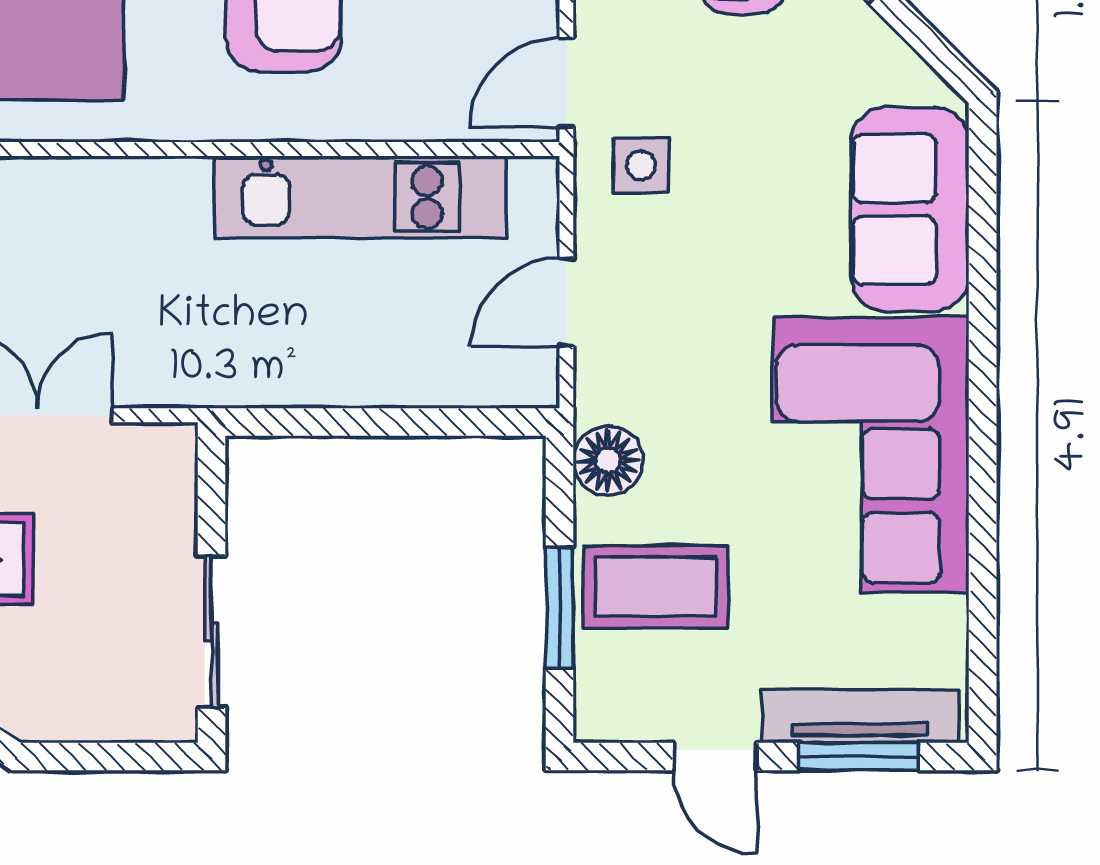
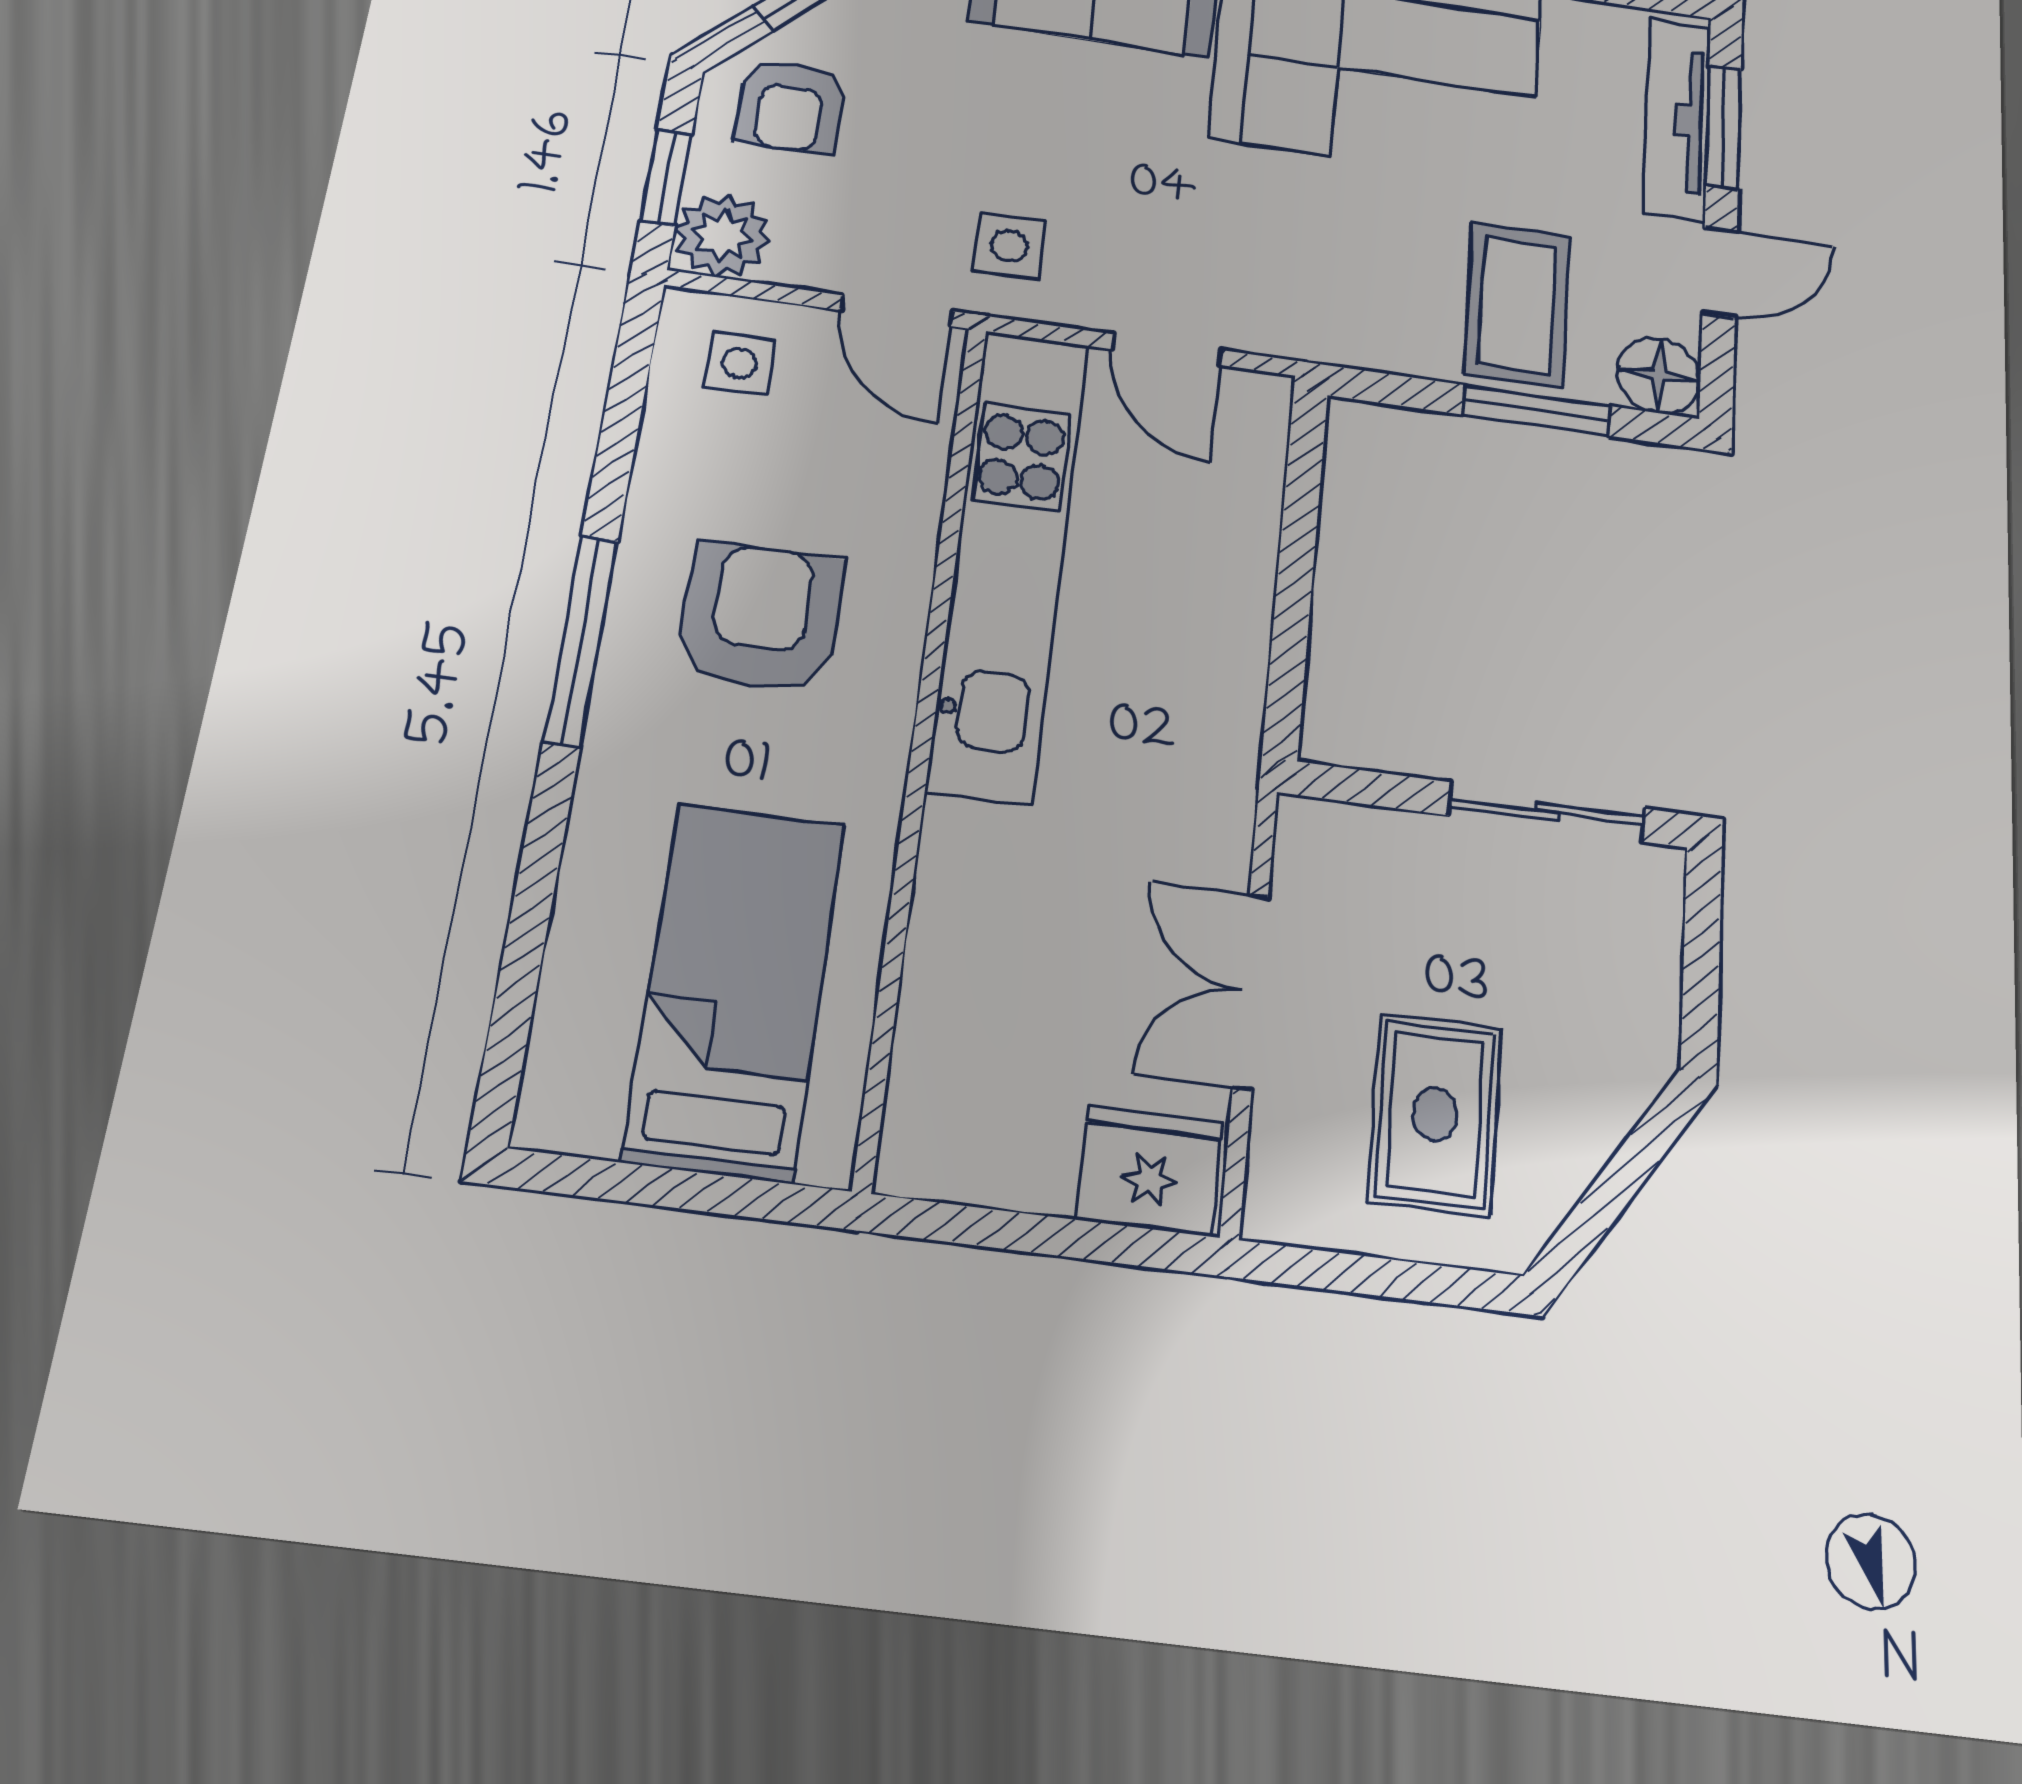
kitchen unit: (360, 197) -> (1009, 561), width x1.36
floor lamp: (608, 461) -> (1659, 376), moved

